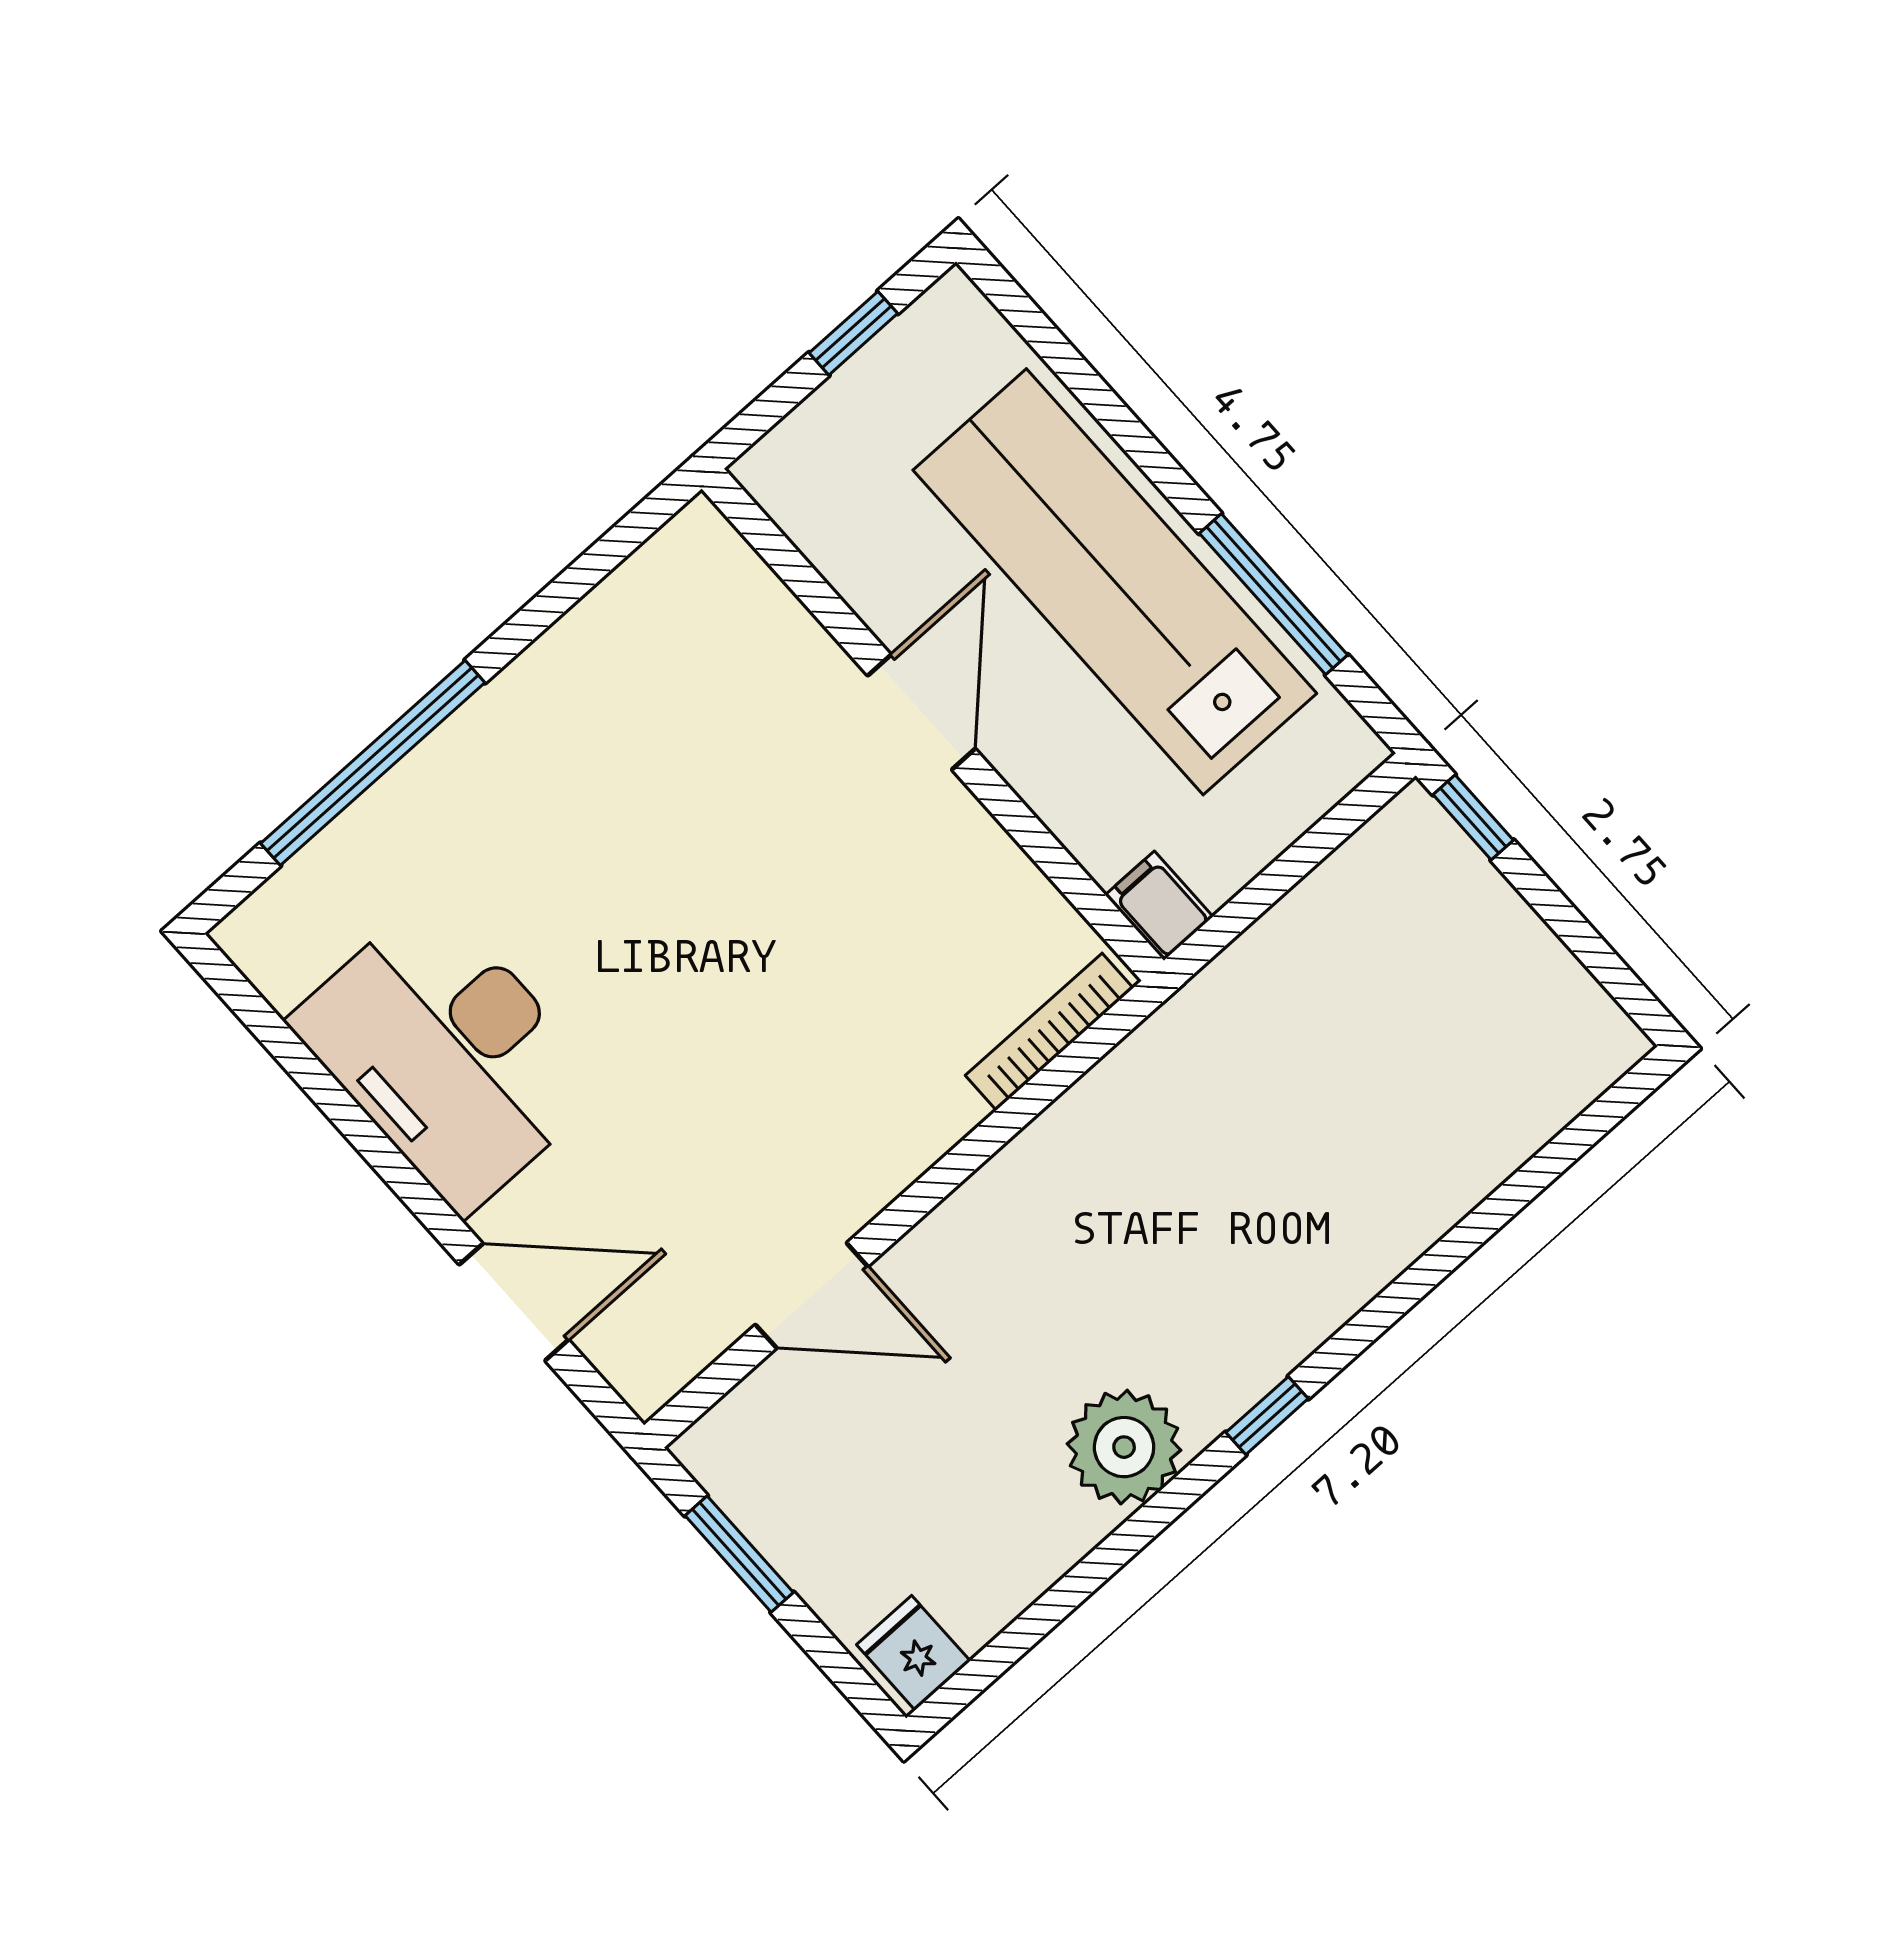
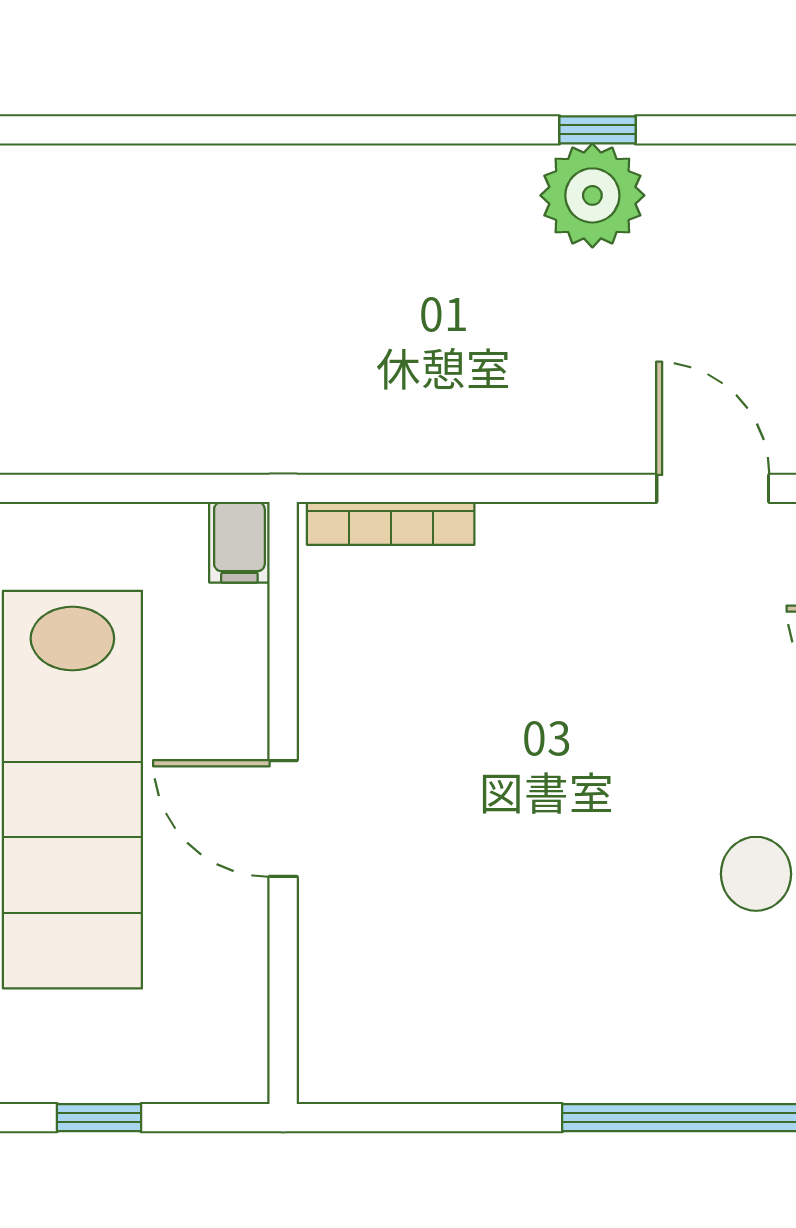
door: (921, 712) -> (283, 819), hinge flipped
window: (1267, 1416) -> (598, 130), moved

